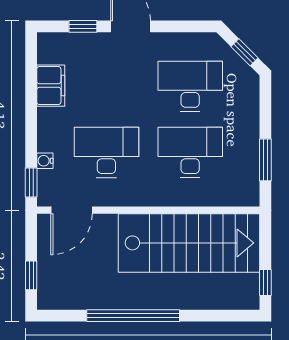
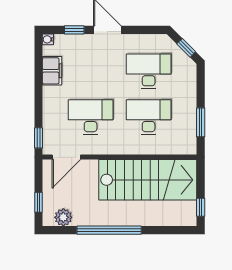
water cooler: (45, 161) -> (48, 39), moved
plant: (67, 297) -> (63, 217), added

